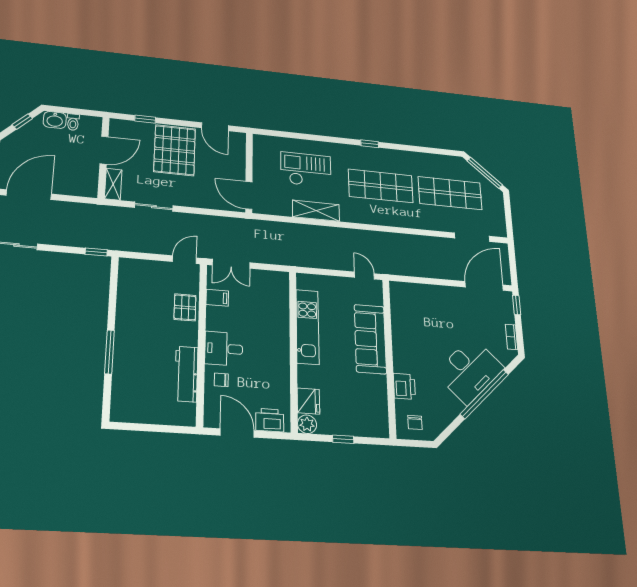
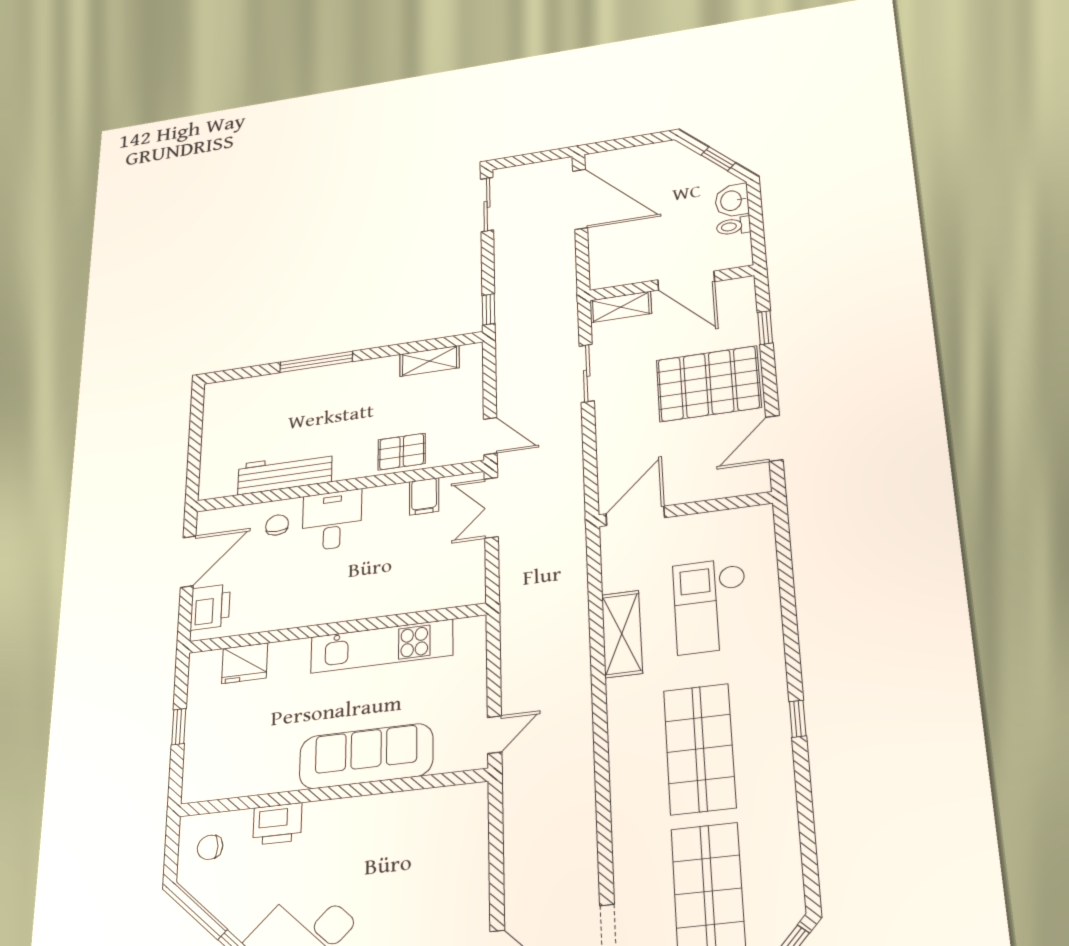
checkout: (306, 170) -> (711, 606), turned 180
shelving: (125, 287) -> (429, 361), added
plant: (307, 424) -> (204, 666), removed

